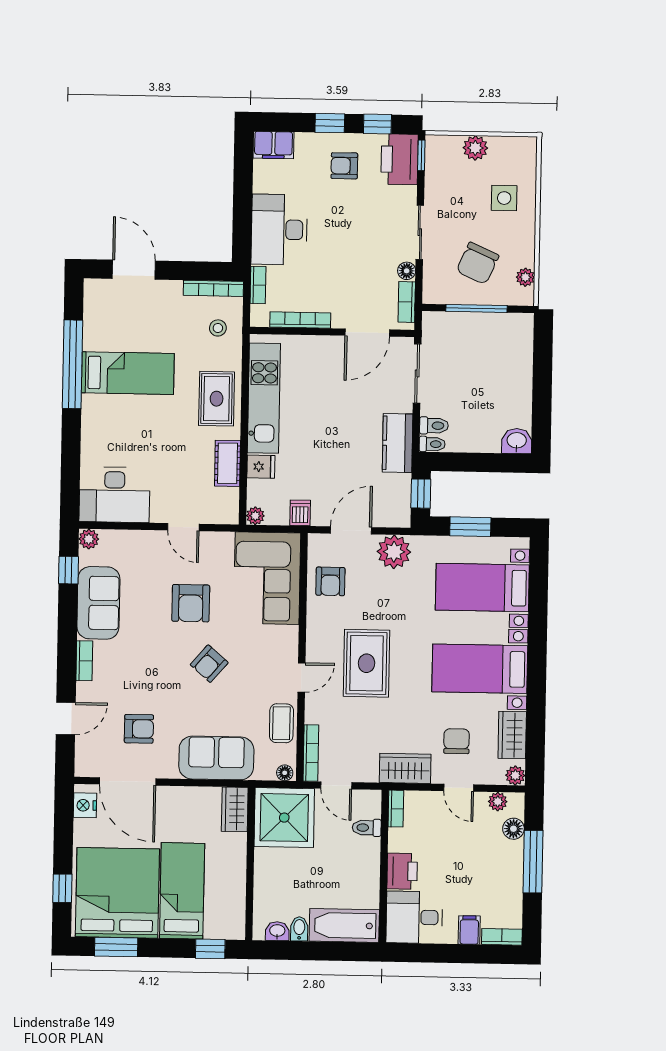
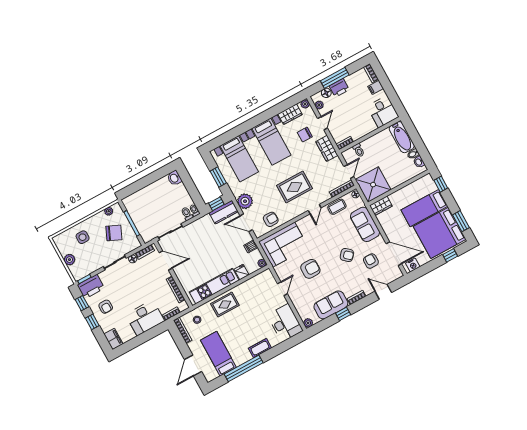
bed: (128, 373) -> (218, 354), moved
kitchen counter: (398, 443) -> (224, 212), moved
cot: (227, 463) -> (260, 348), moved
window: (69, 570) -> (343, 314), moved
armchair: (209, 664) -> (347, 255), moved
door: (302, 677) -> (315, 209), swing flipped
door: (128, 781) -> (394, 254), hinge flipped
printer: (402, 871) -> (339, 88), moved, turned 180

